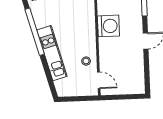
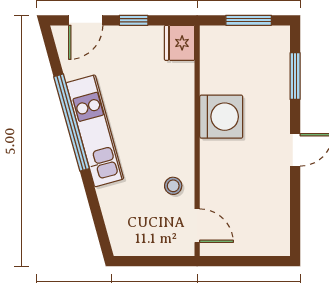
kitchen unit: (52, 53) -> (95, 131), moved

